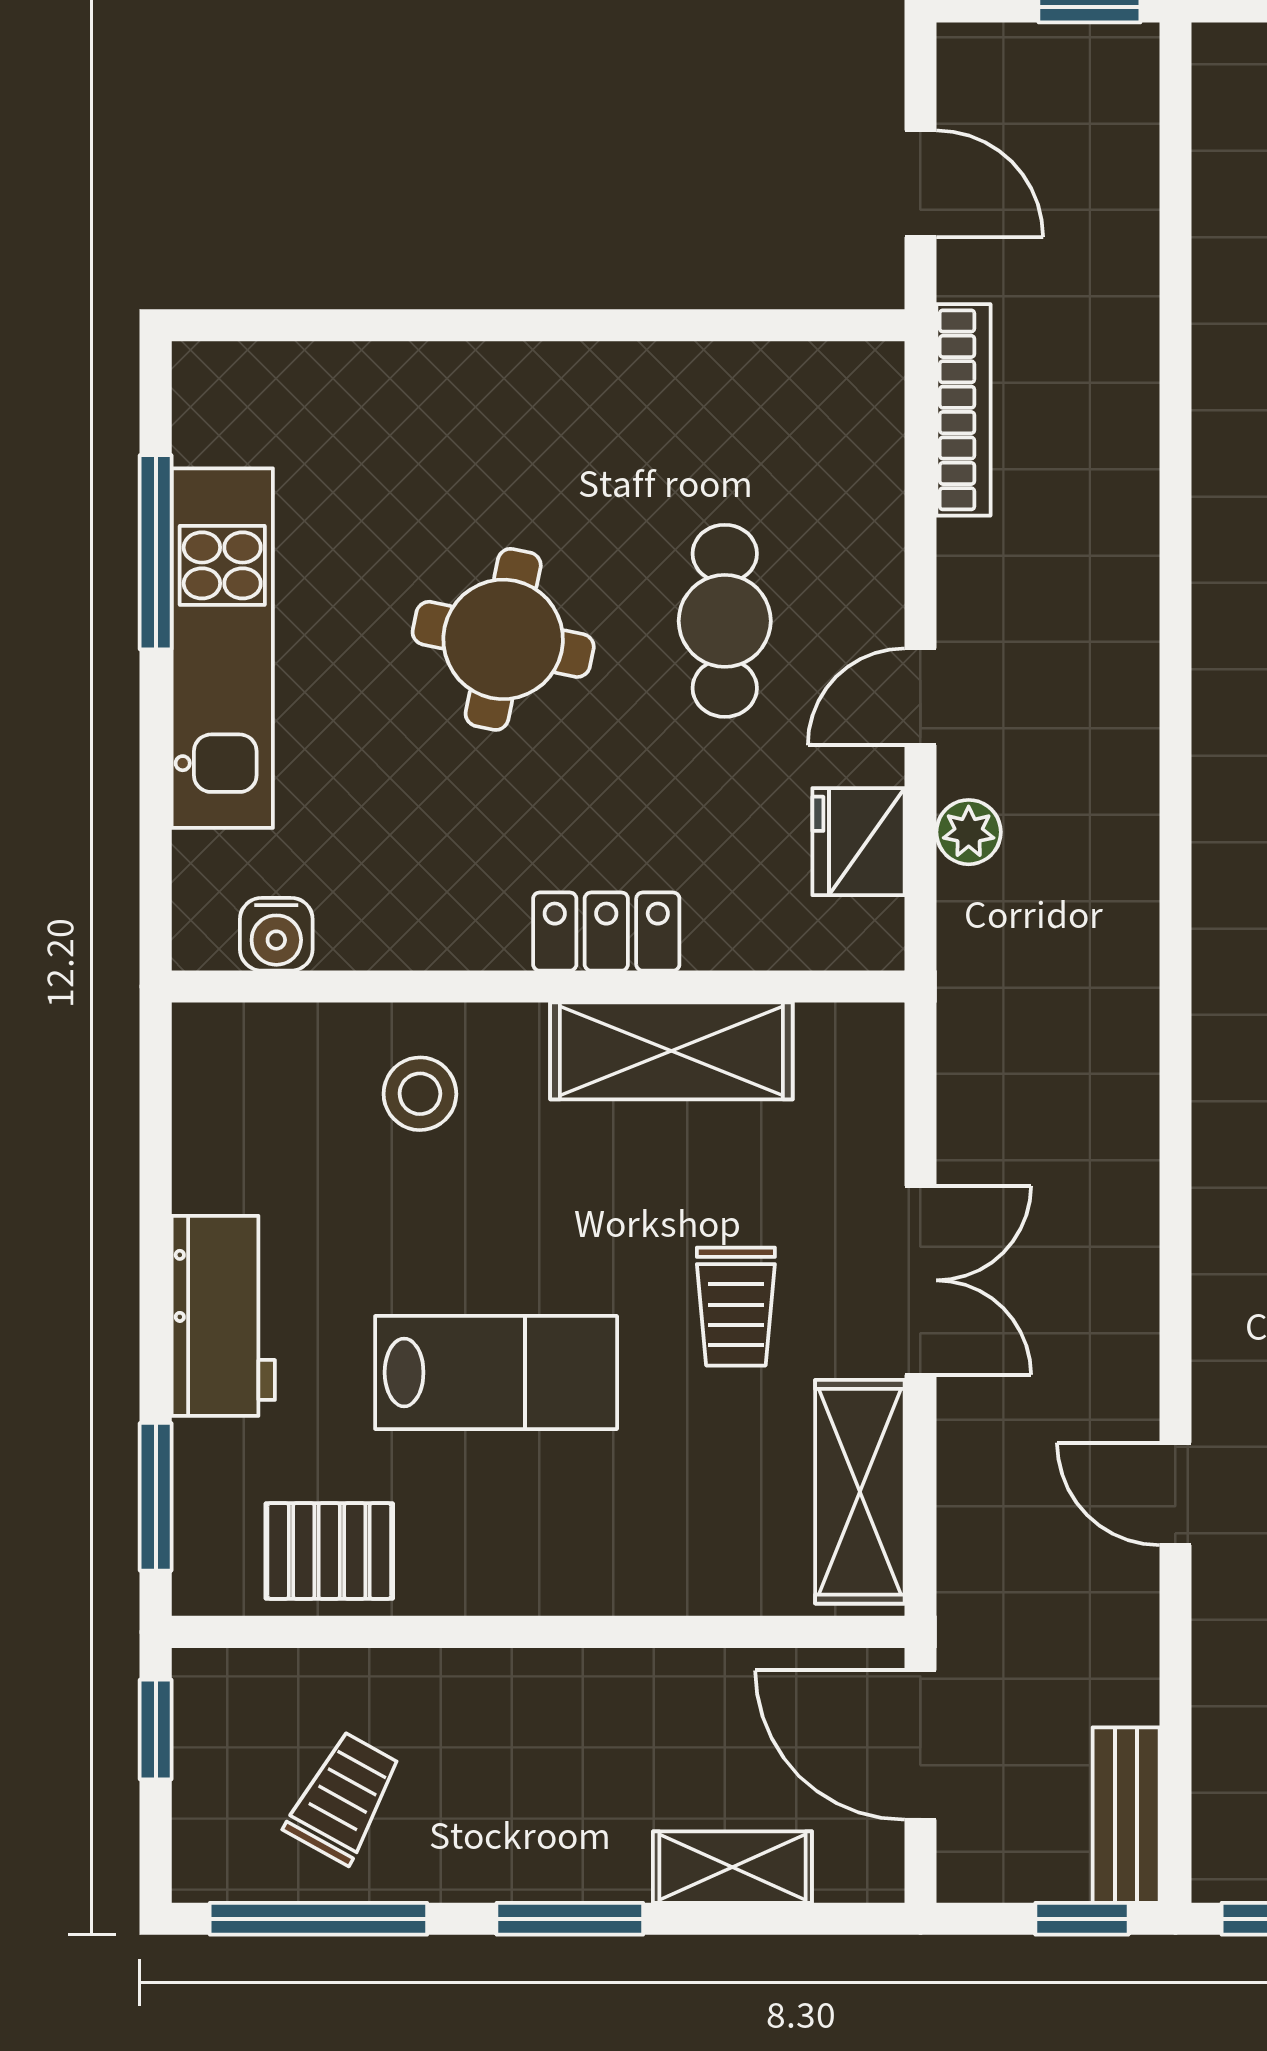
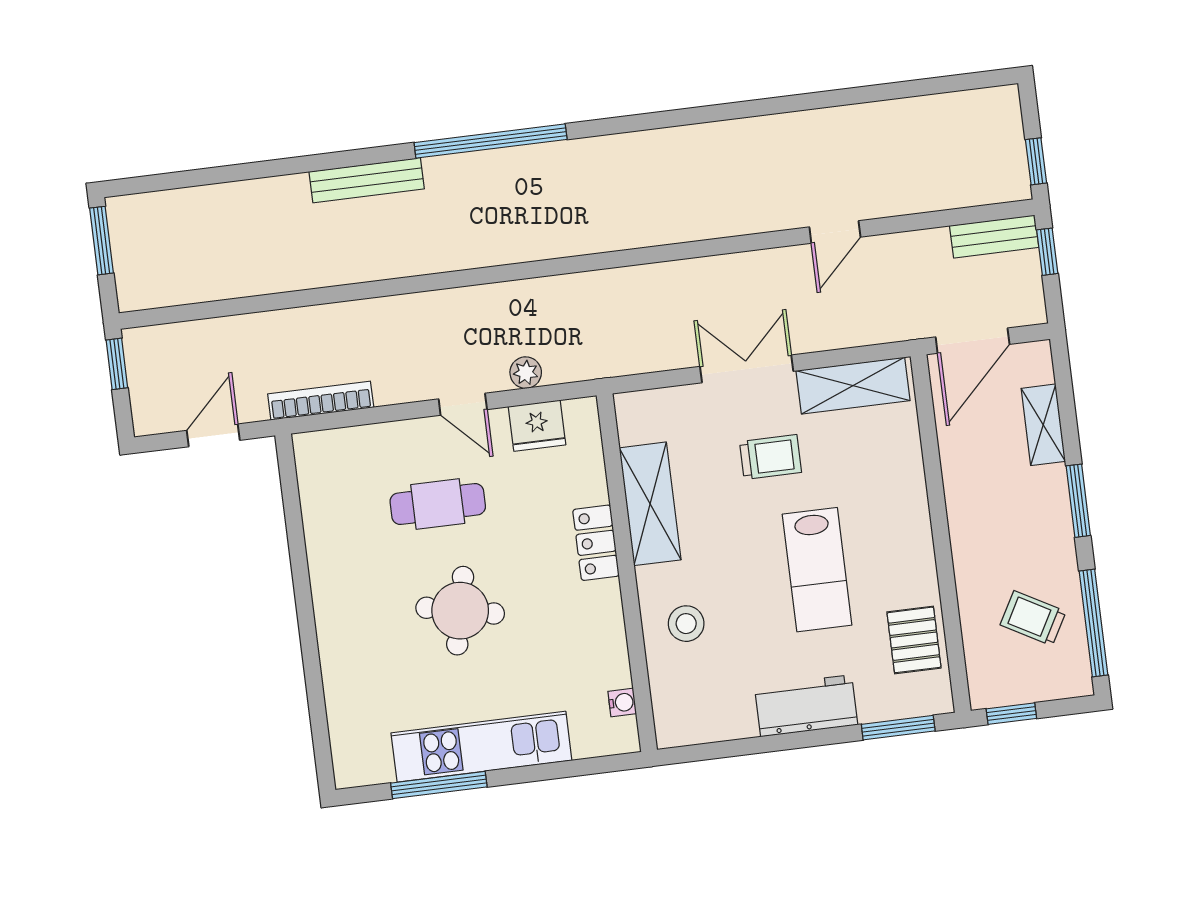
water cooler: (276, 934) -> (622, 702), width x0.72, depth x0.72
lab bench: (496, 1372) -> (817, 570), turned 180

